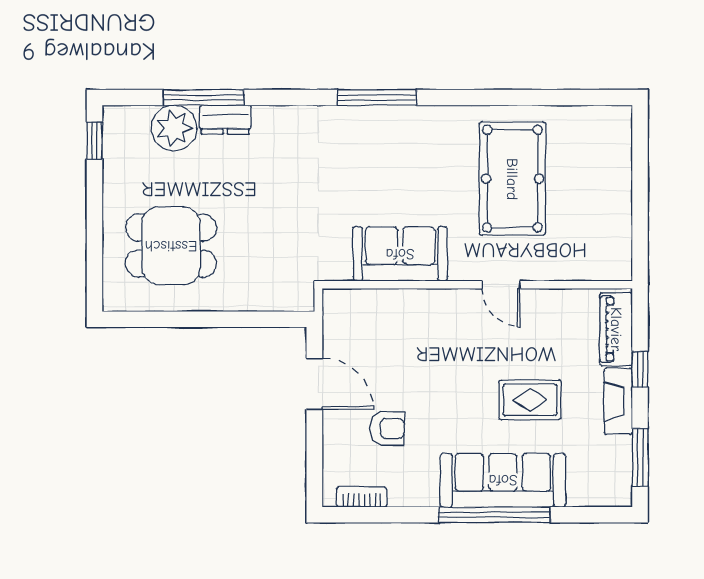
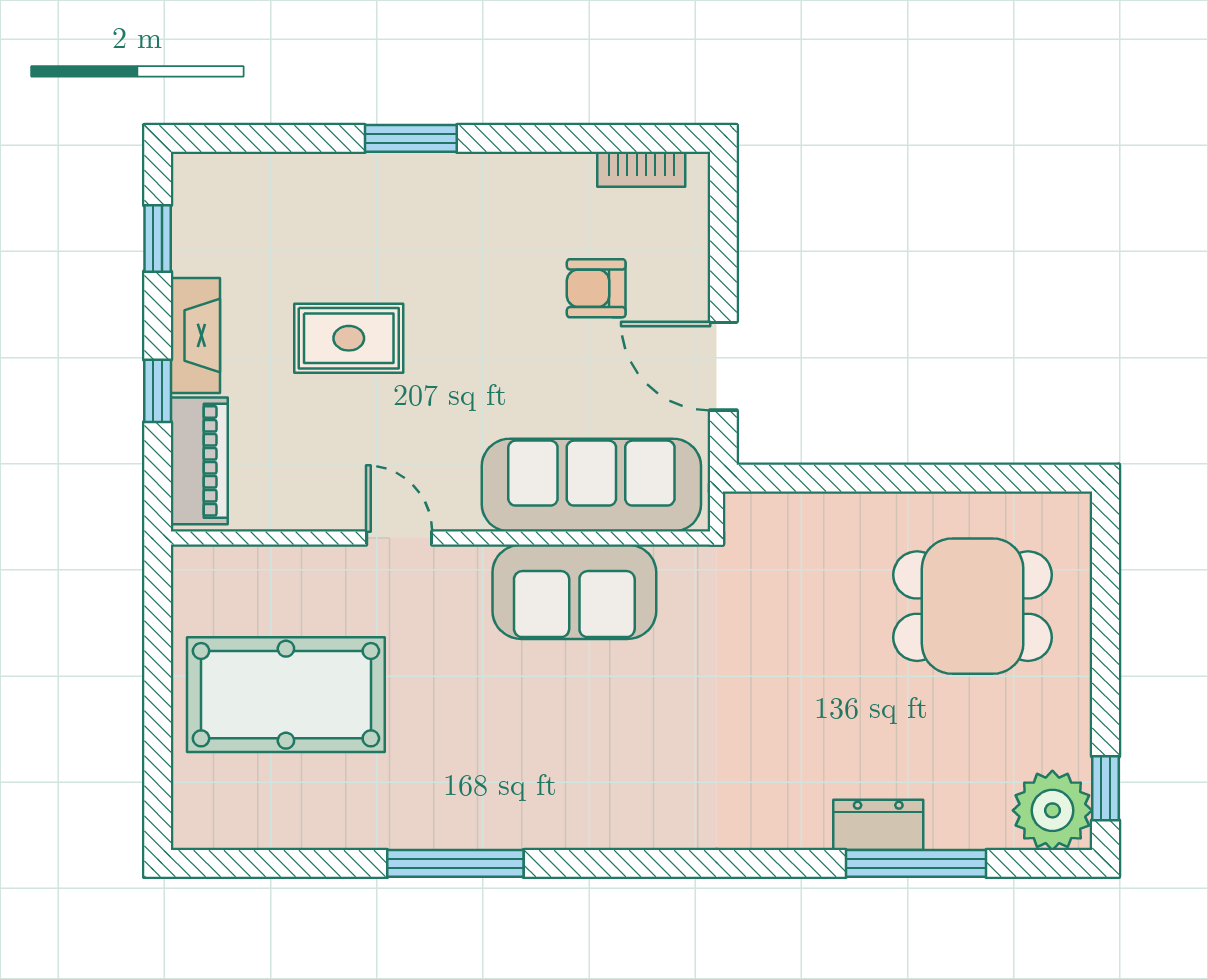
window: (377, 97) -> (455, 863), moved
plant: (174, 128) -> (1052, 810), moved
pool table: (512, 179) -> (286, 695), moved, turned 90
window: (640, 457) -> (158, 238), width x0.67
sofa: (503, 480) -> (591, 485), moved, turned 180
window: (494, 515) -> (411, 138), width x0.47

